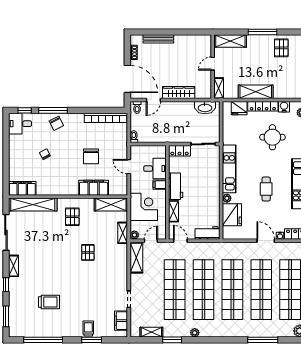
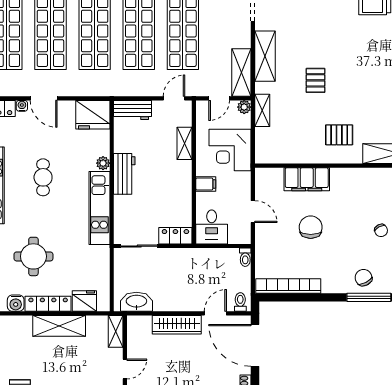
desk: (155, 169) -> (212, 227), moved, turned -90
workbench: (176, 186) -> (124, 174), moved, turned 180
shelving: (111, 205) -> (265, 56), moved, turned 90
fridge: (232, 215) -> (93, 115), moved, turned -90
pallet: (72, 217) -> (339, 135), turned 90
door: (180, 241) -> (174, 98), swing flipped

